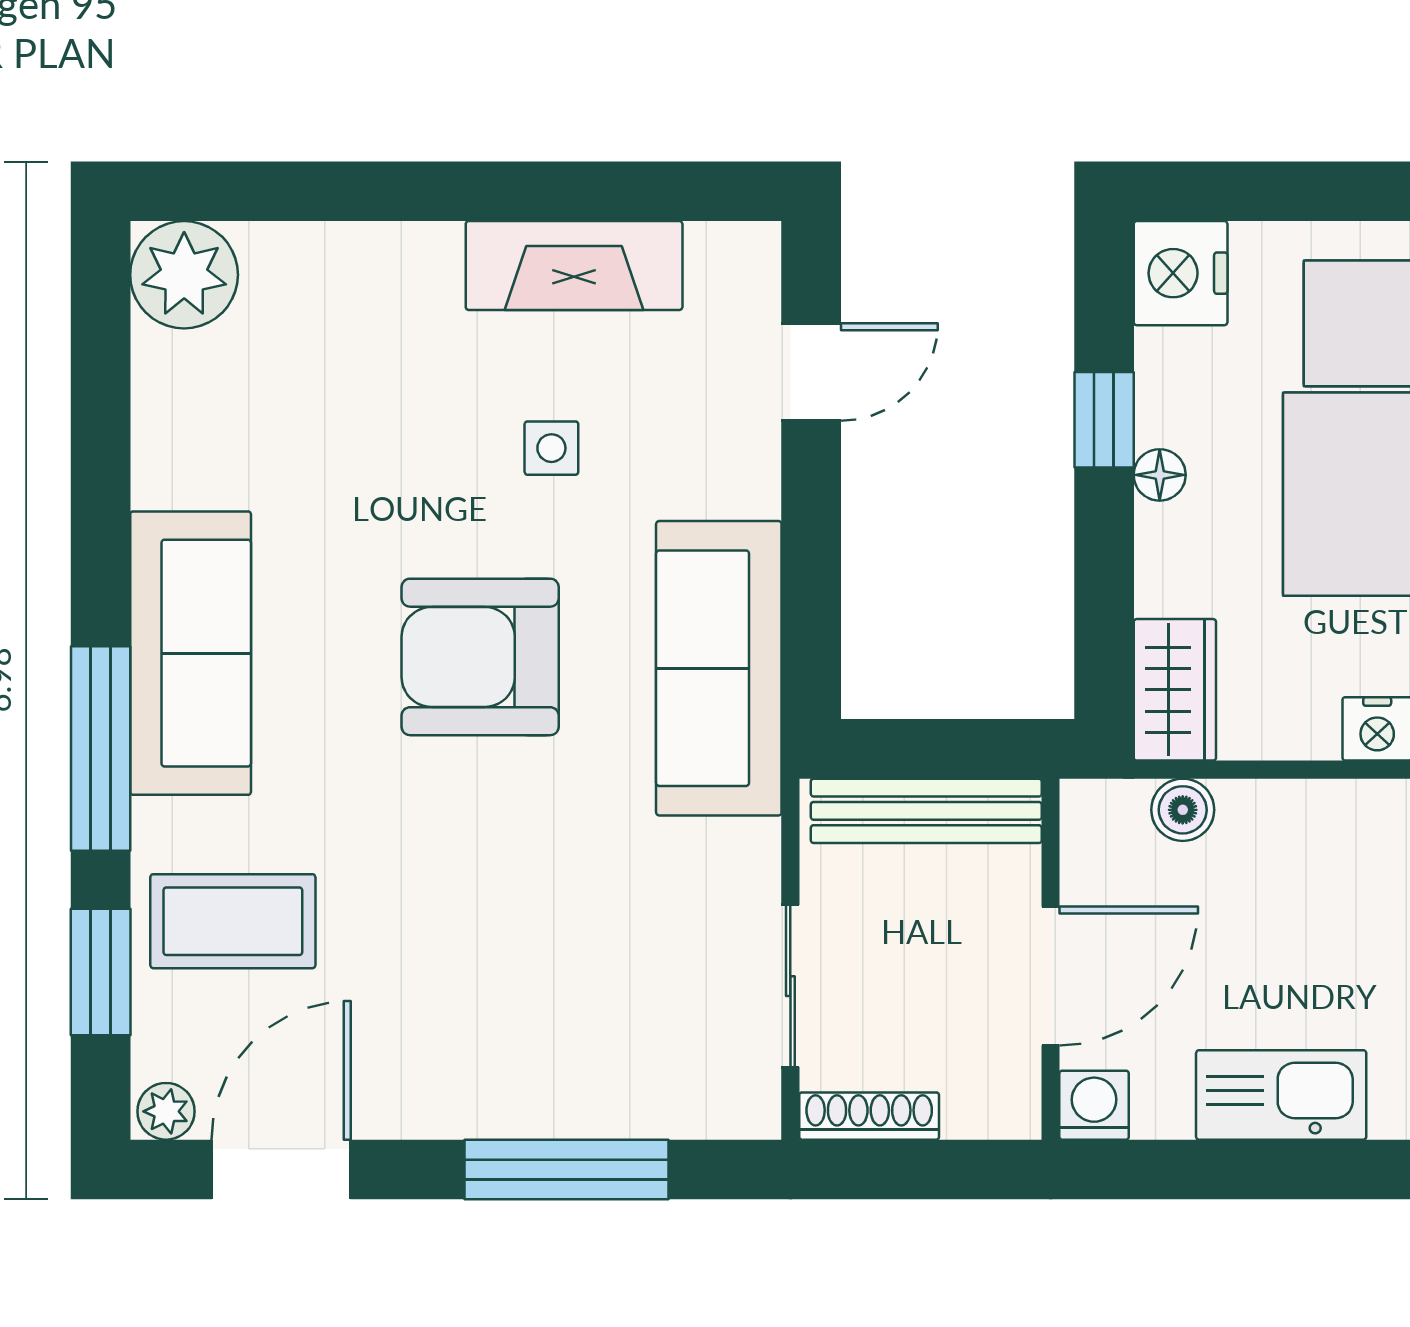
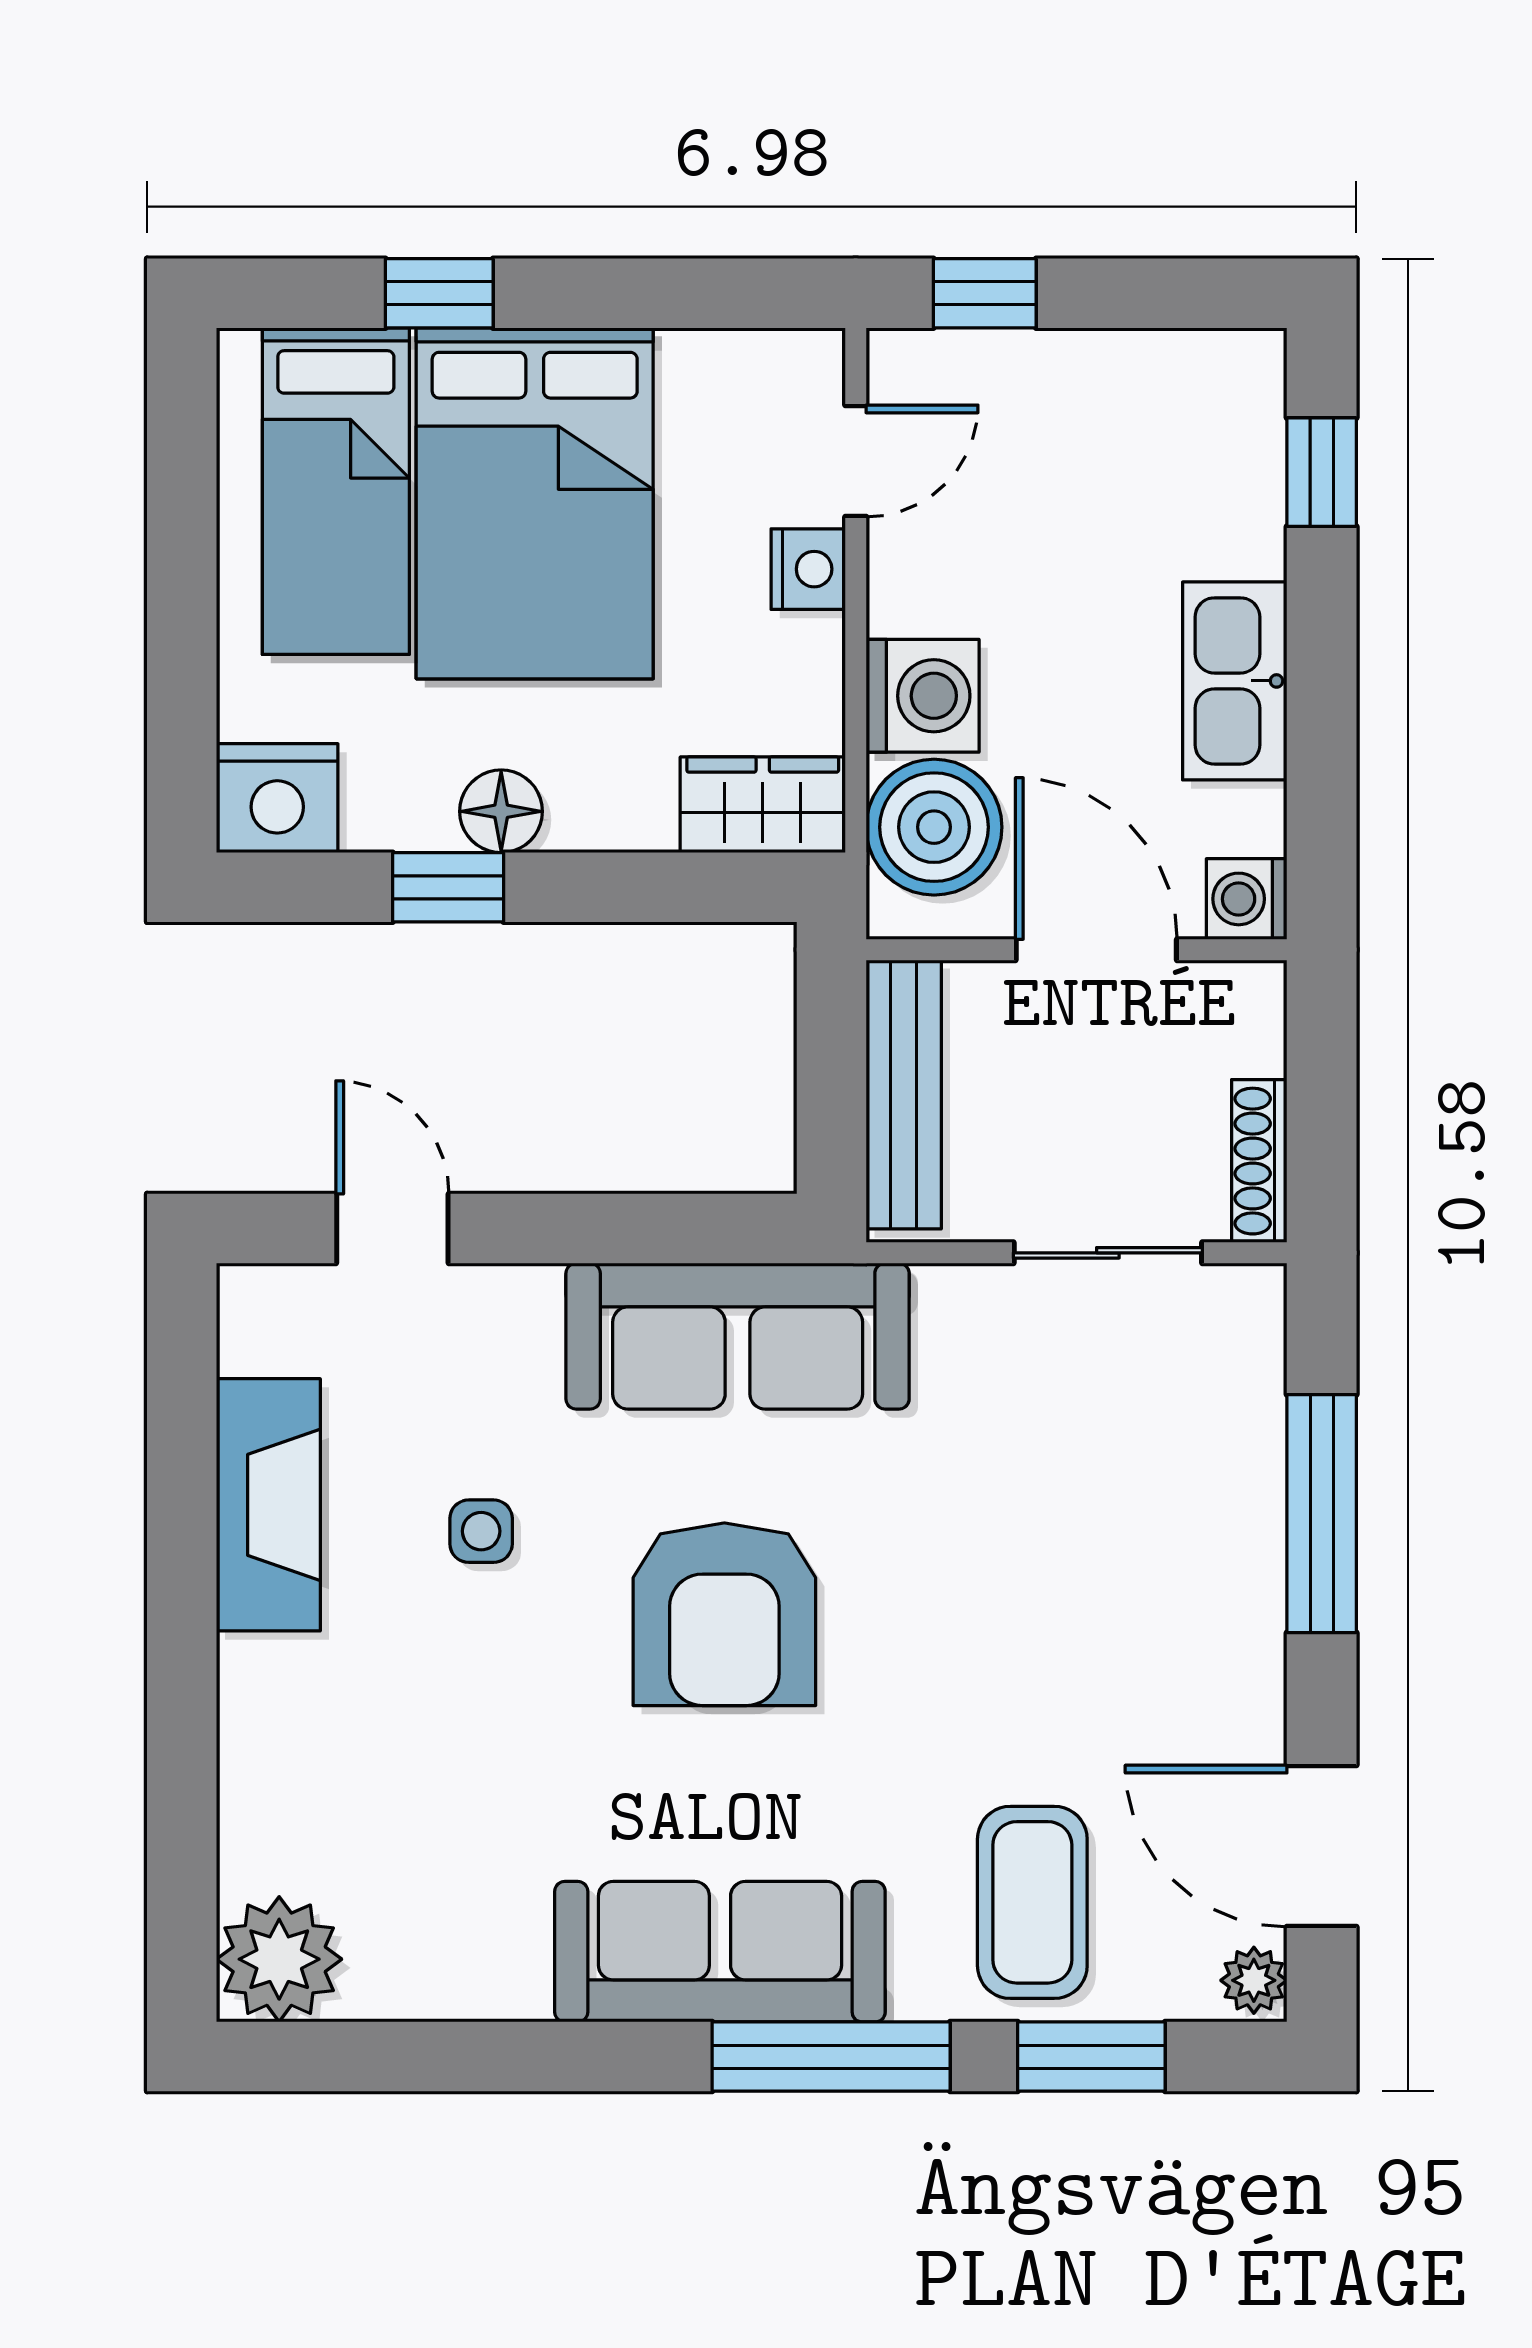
floor lamp: (1160, 475) -> (501, 811), width x1.37, depth x1.37
boiler: (1183, 810) -> (934, 827), width x1.86, depth x1.86
washing machine: (1268, 827) -> (923, 696), added

